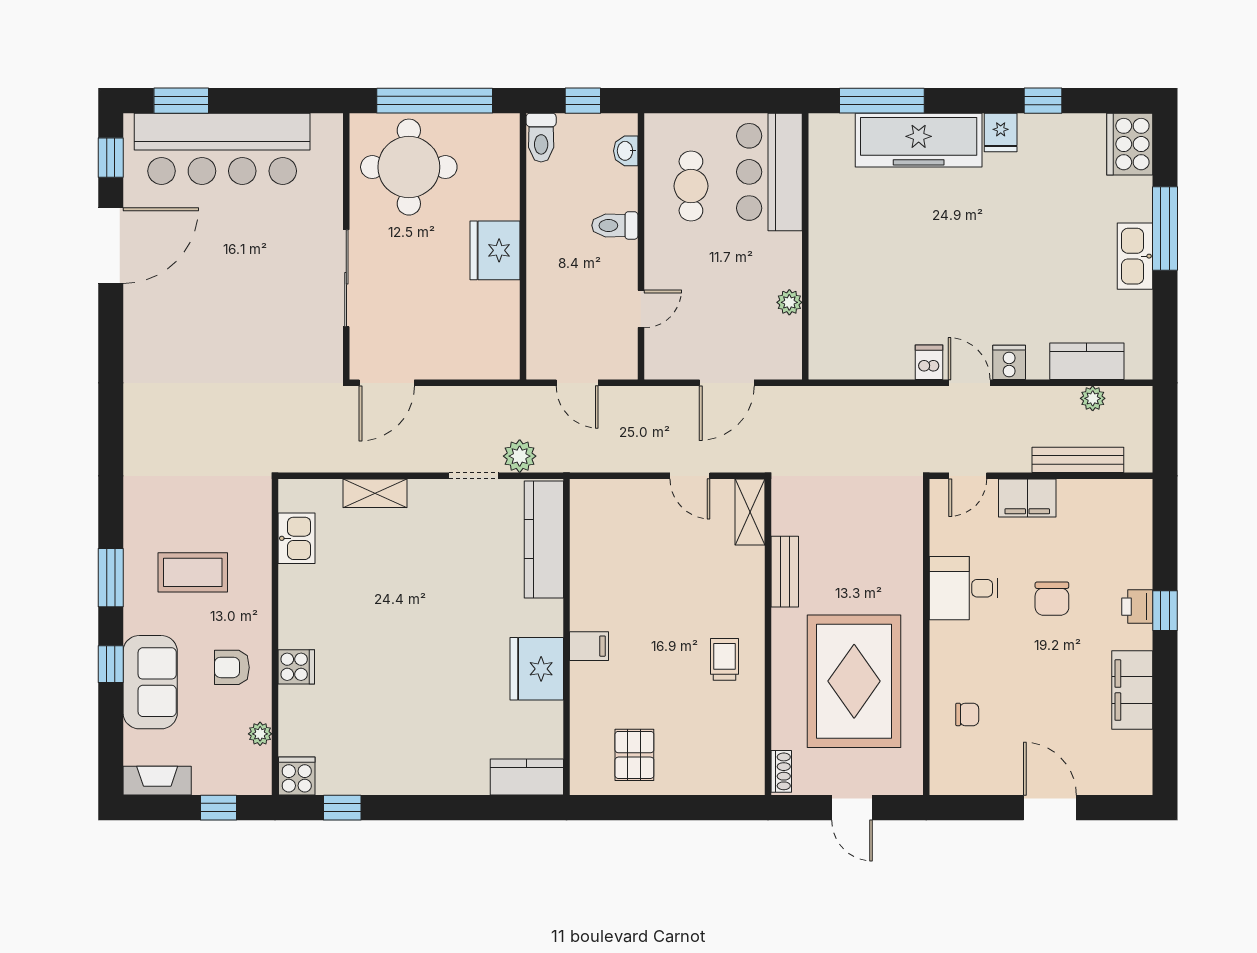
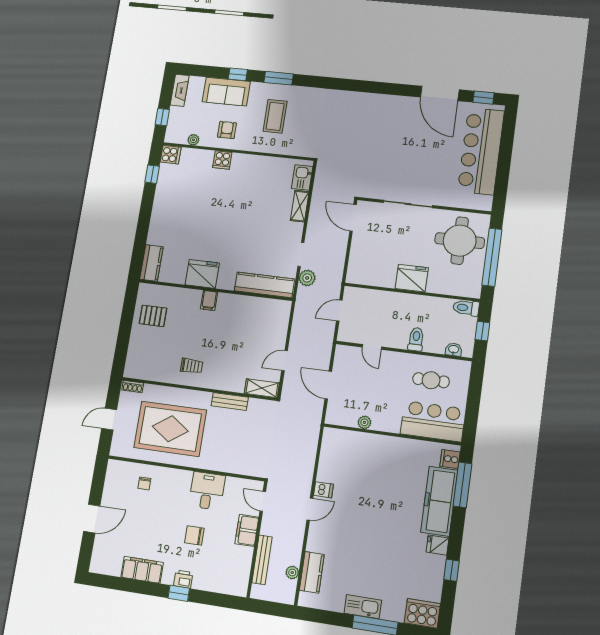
window: (181, 101) -> (508, 134), removed
cooker: (1009, 362) -> (450, 459), moved, turned 180
kitchen sink: (296, 538) -> (302, 177), moved, turned 90

